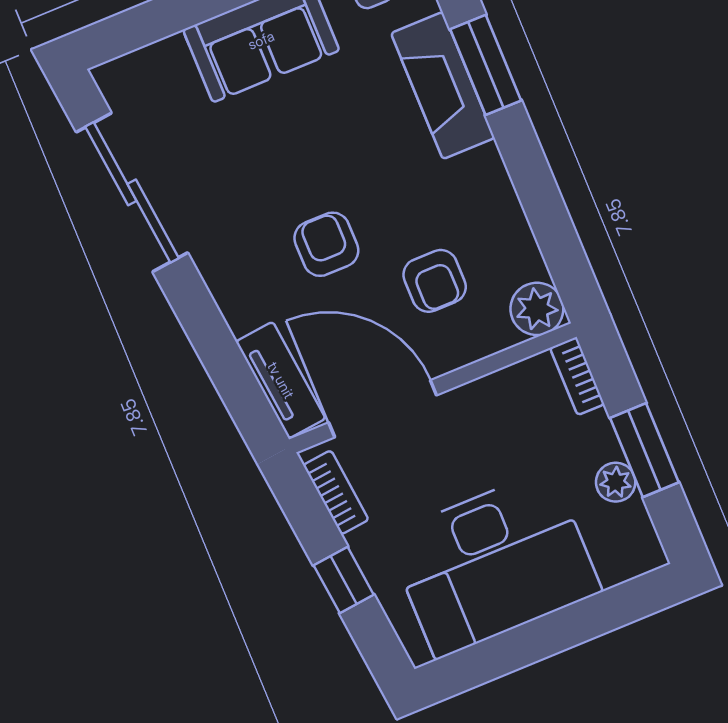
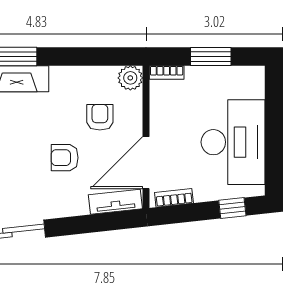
armchair: (435, 281) -> (100, 117), turned -90
plant: (616, 482) -> (220, 75), removed
window: (344, 580) -> (232, 208), moved

